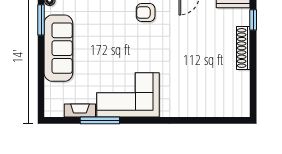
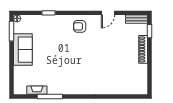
sofa: (58, 48) -> (23, 50), width x0.73
corner sofa: (128, 95) -> (68, 80), removed

